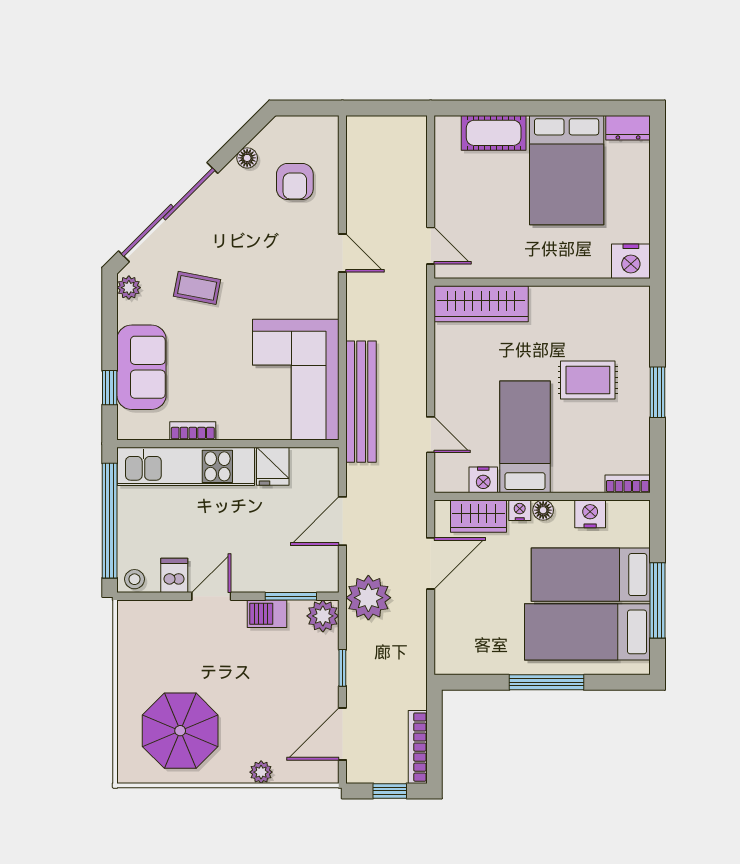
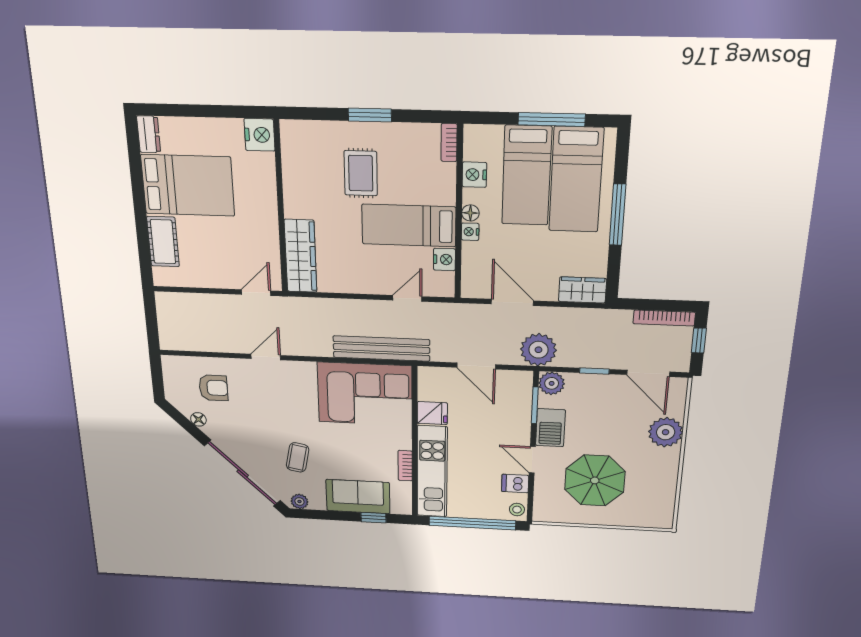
wardrobe: (479, 516) -> (582, 290), moved, turned -90
barbecue: (267, 614) -> (550, 428), width x1.38, depth x1.27
parasol: (180, 731) -> (595, 480), moved
plant: (261, 772) -> (666, 432), width x1.88, depth x1.88

